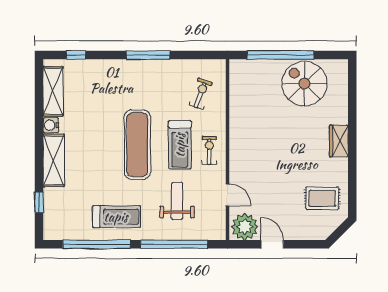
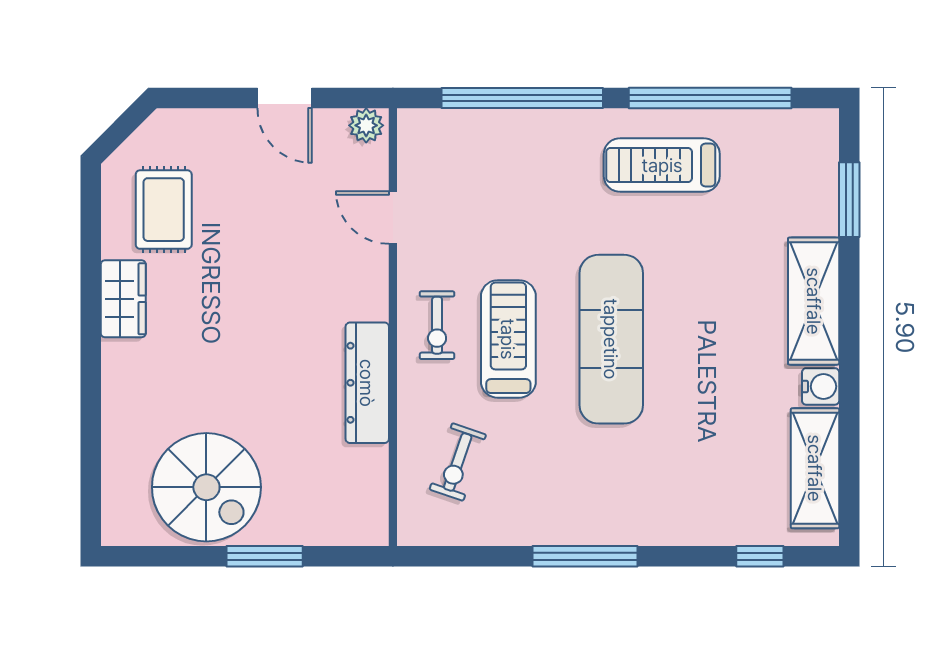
window: (280, 55) -> (265, 556), width x0.47
dresser: (238, 127) -> (367, 383), added
wardrobe: (339, 141) -> (123, 299), moved
rug: (322, 198) -> (164, 210), turned 90
weight bench: (177, 201) -> (515, 203), removed
window: (39, 202) -> (849, 200), width x1.50
plant: (245, 227) -> (366, 125), width x0.53, depth x0.53

